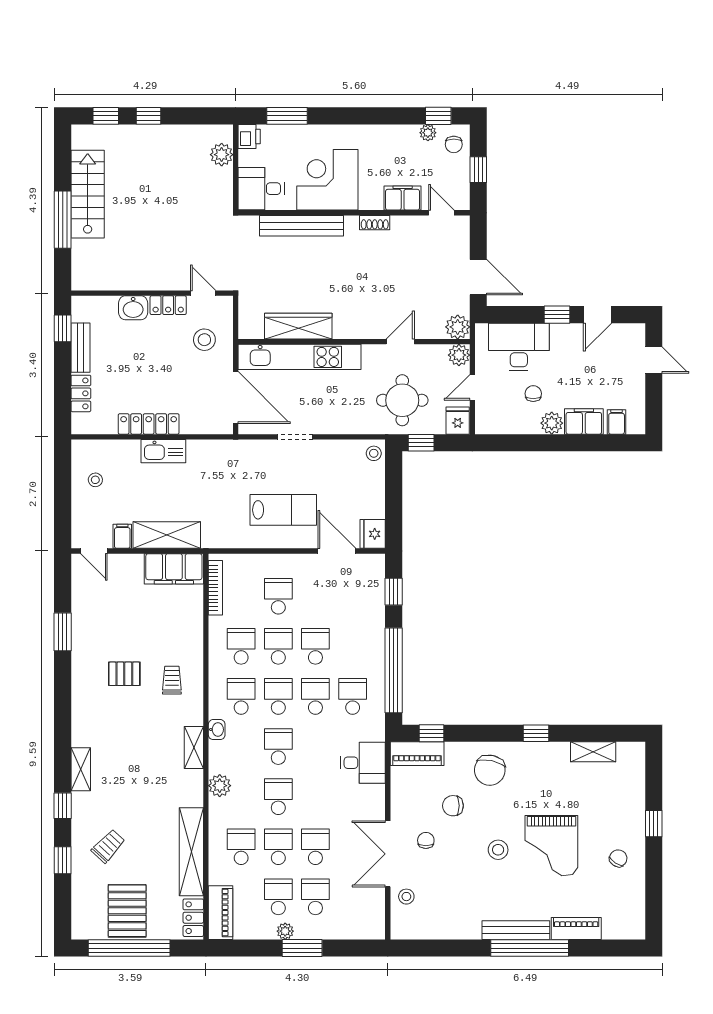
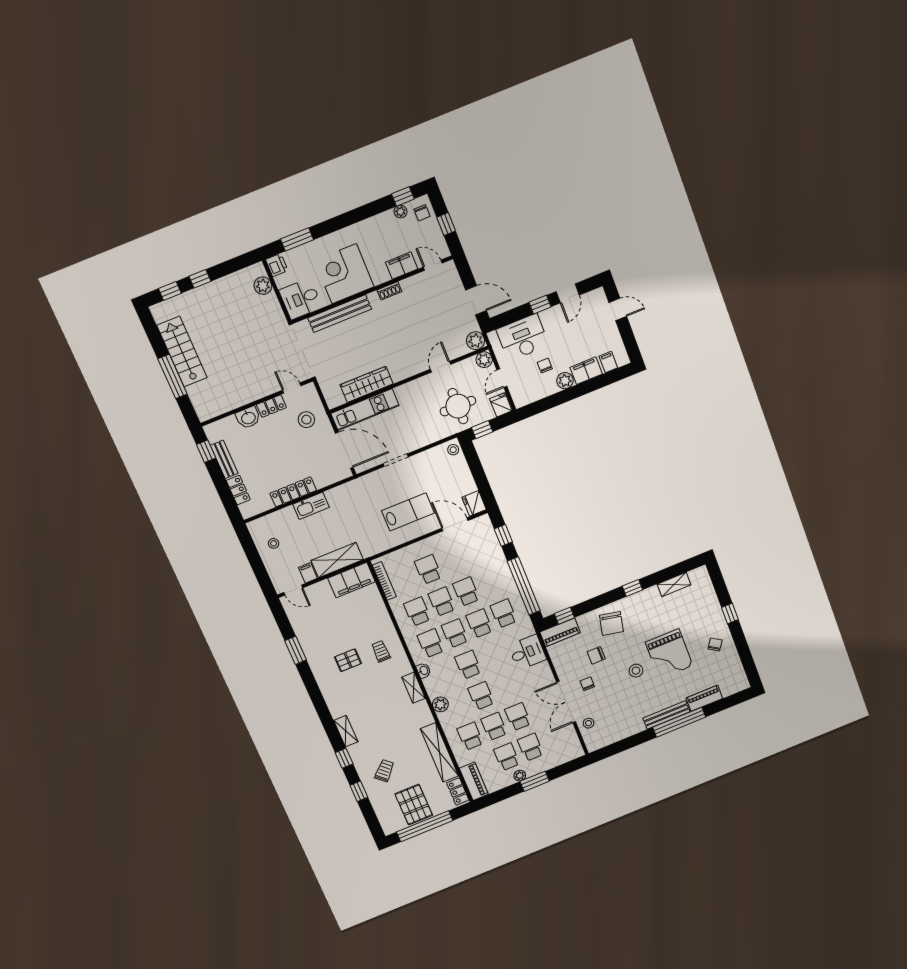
kitchen unit: (300, 357) -> (365, 410), width x0.73

